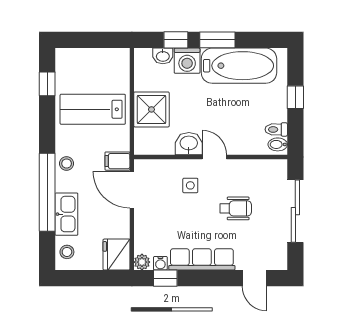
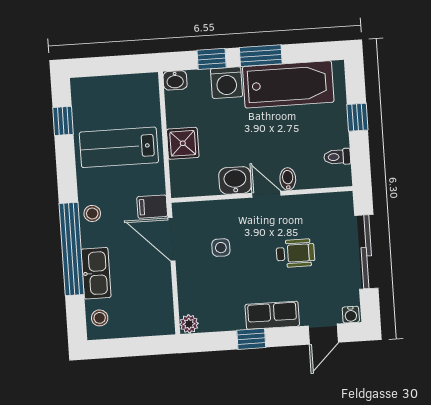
washbasin: (163, 56) -> (175, 80), moved
shower: (151, 109) -> (183, 143), width x0.73, depth x0.73
bidet: (278, 144) -> (288, 179), moved, turned 90
side table: (190, 185) -> (221, 248), moved
fridge: (116, 255) -> (158, 317), removed
row of seats: (202, 259) -> (272, 315), width x0.68
water cooler: (160, 263) -> (351, 315), moved
window: (165, 278) -> (251, 339), moved
door: (254, 278) -> (323, 334), hinge flipped

